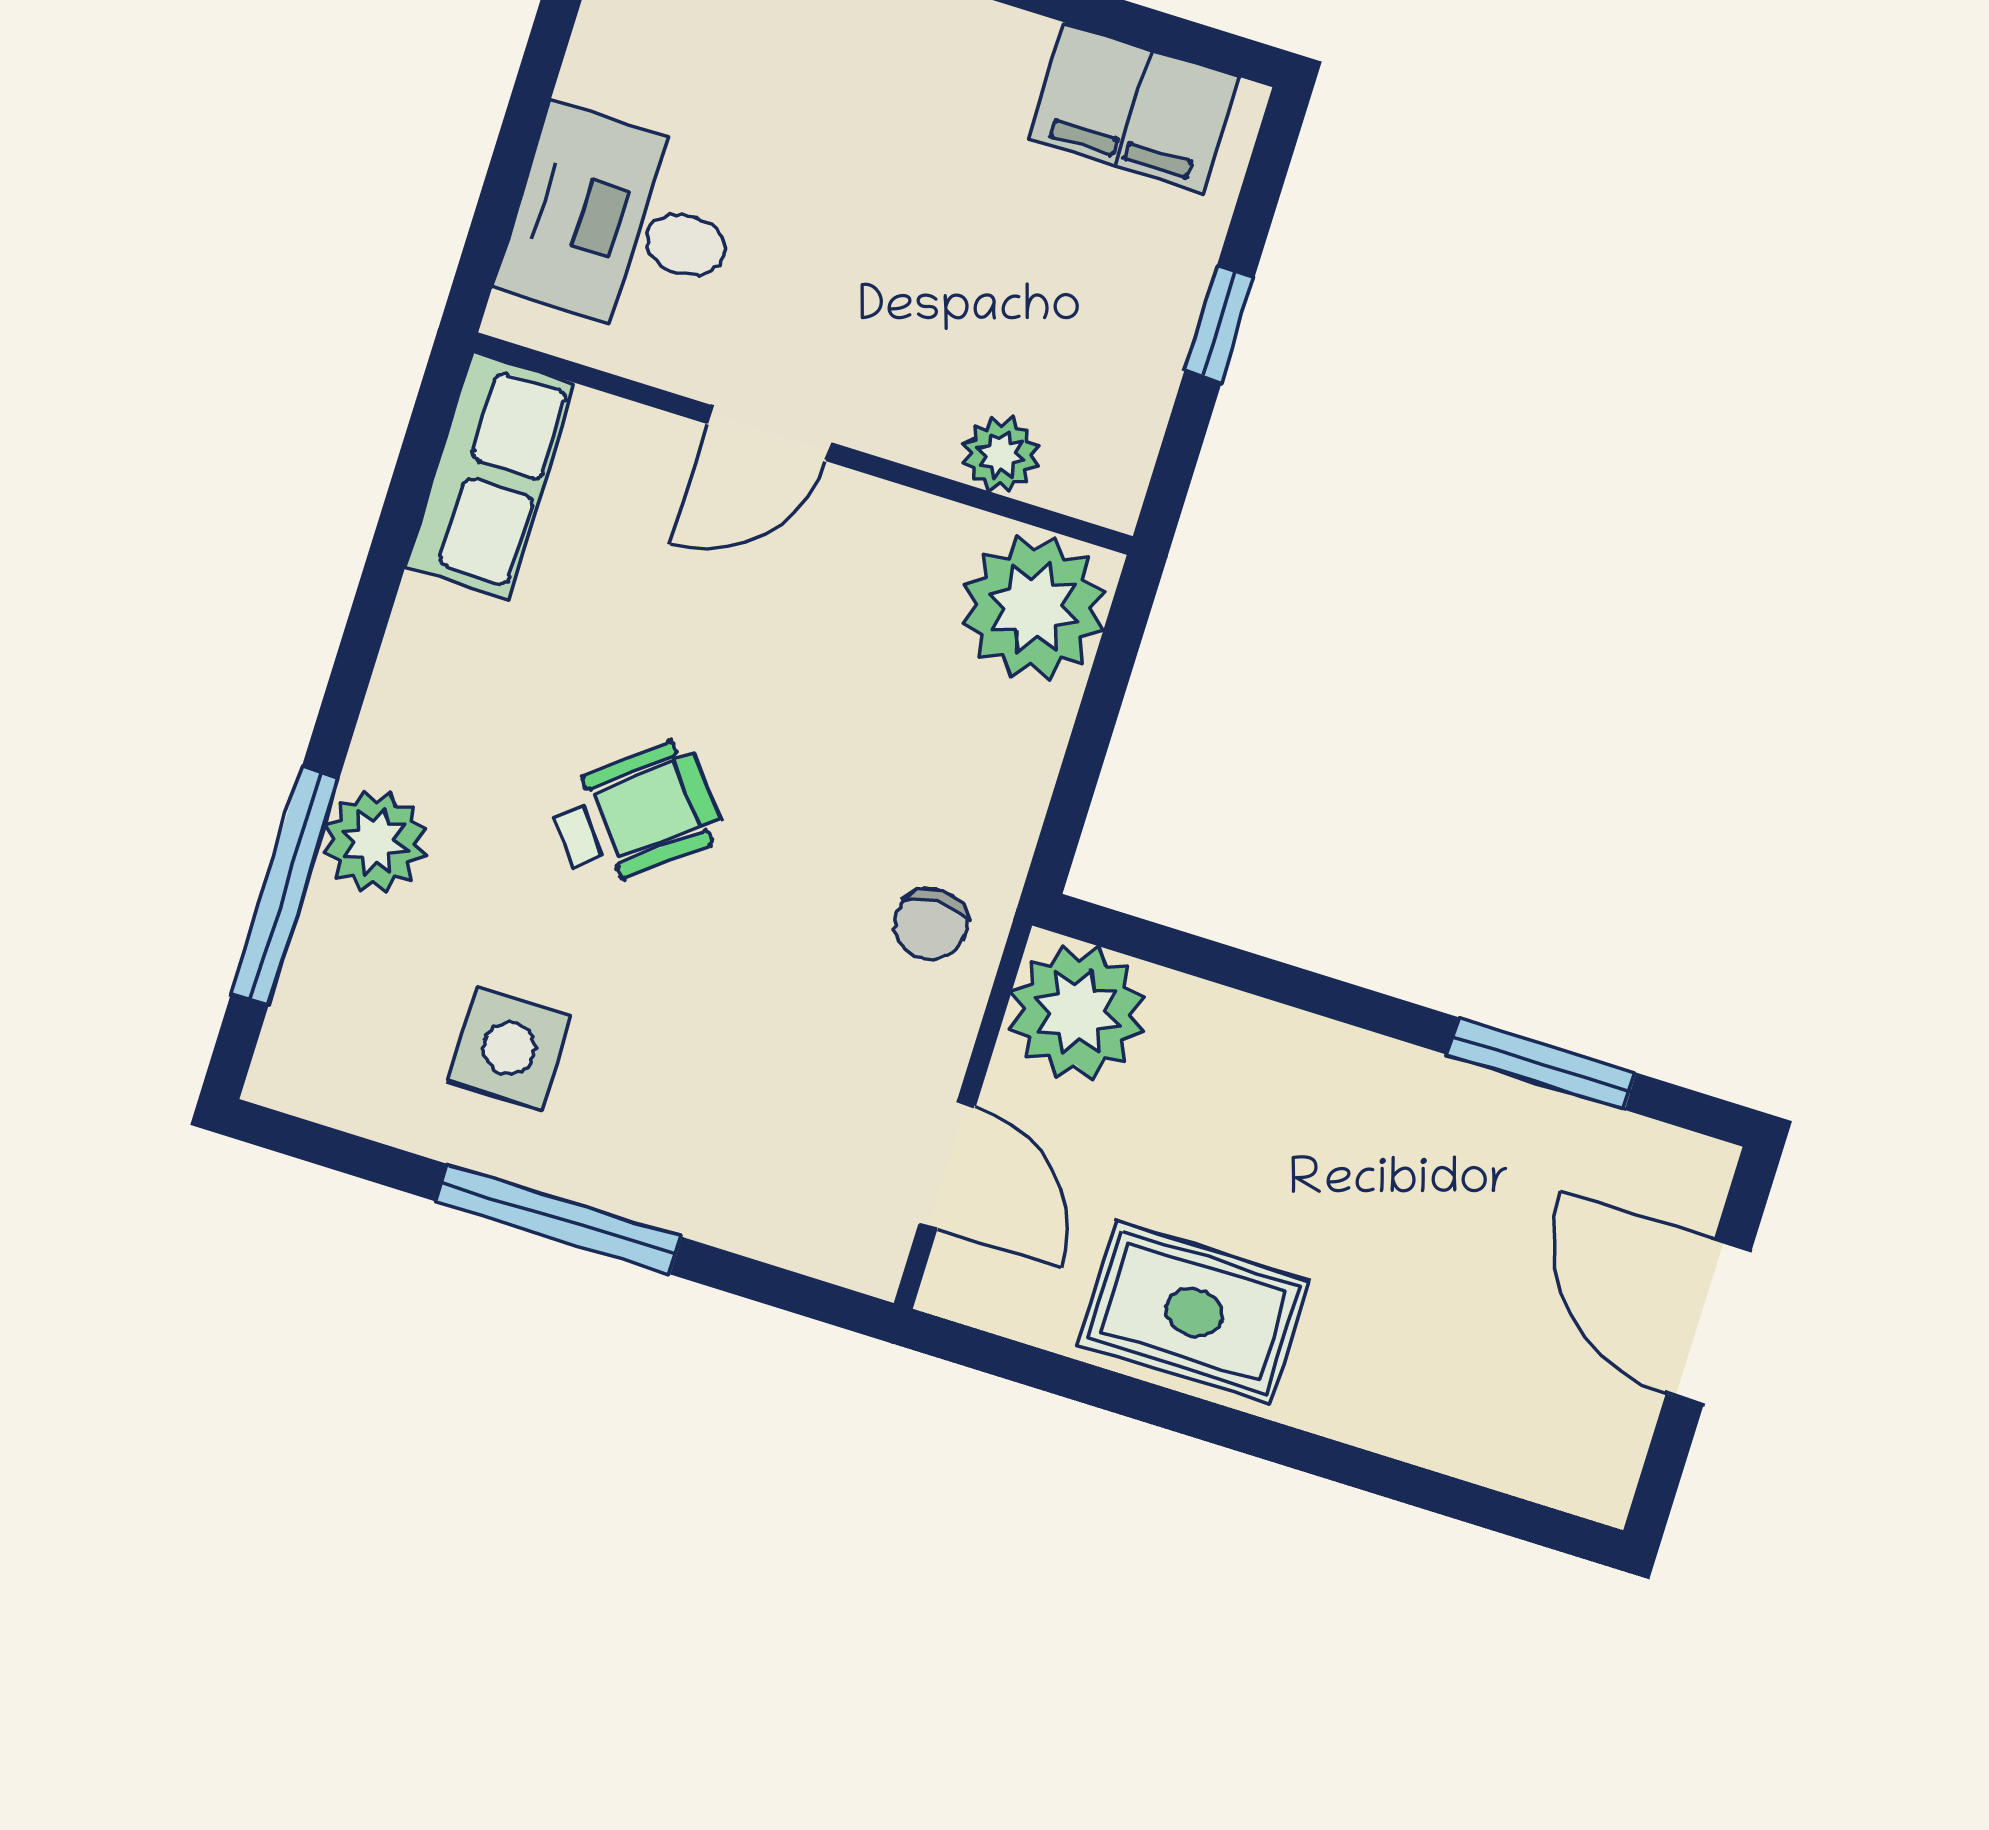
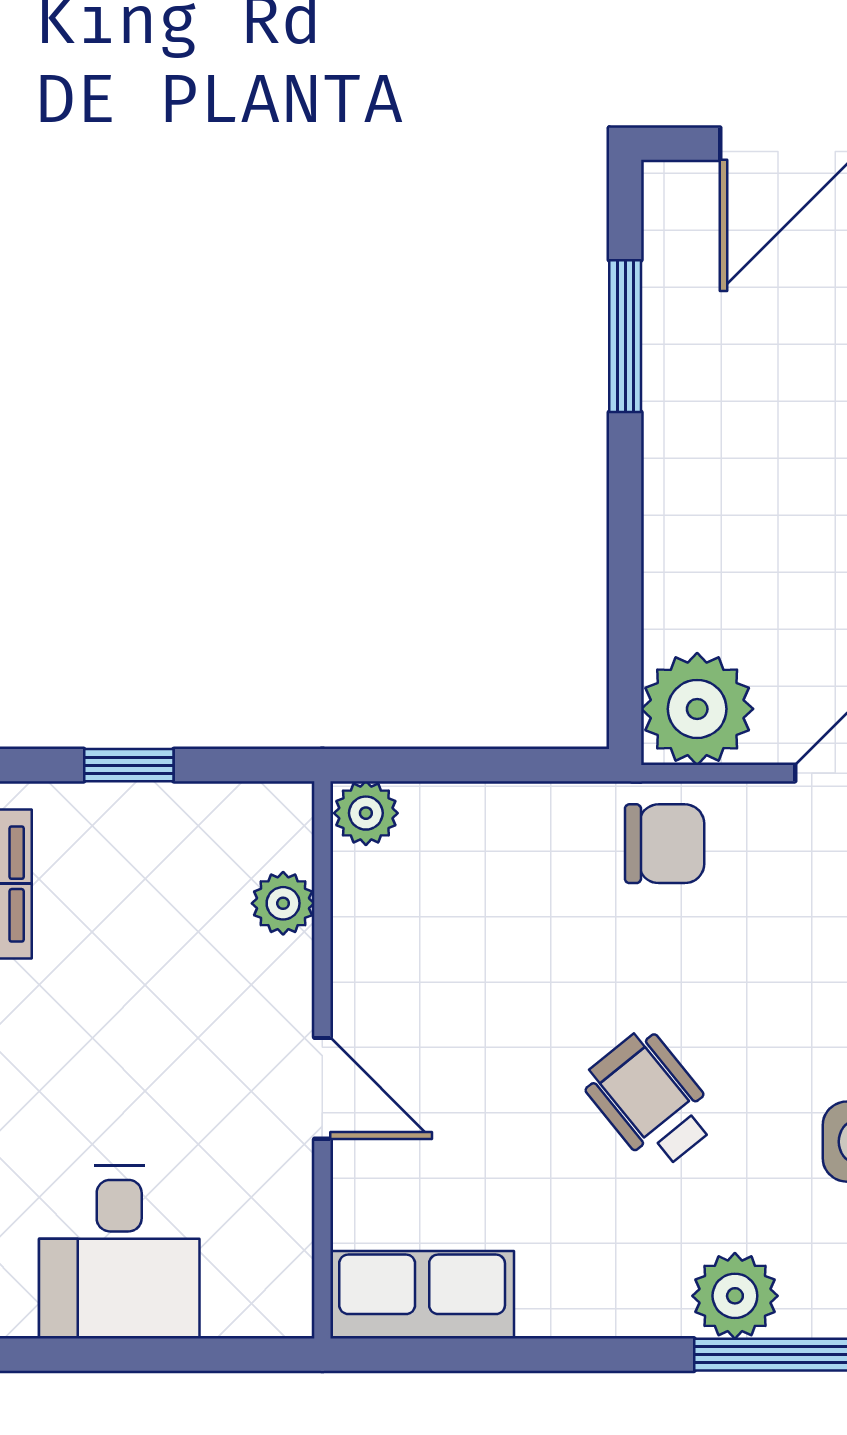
desk: (623, 225) -> (119, 1252), moved
plant: (1033, 608) -> (366, 813), width x0.53, depth x0.53
chair: (931, 924) -> (665, 844), width x1.37, depth x1.37

